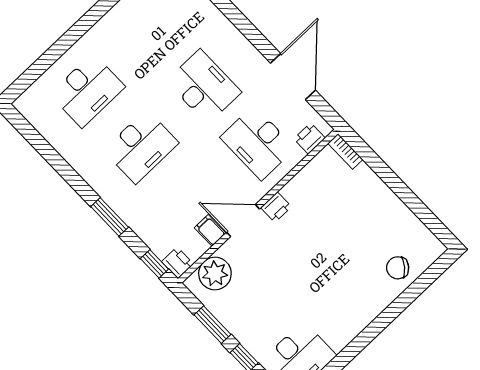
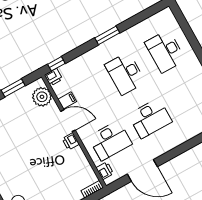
desk: (258, 143) -> (110, 140), turned 180
window: (110, 217) -> (107, 35), moved
door: (243, 221) -> (68, 121), hinge flipped

